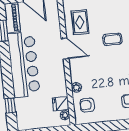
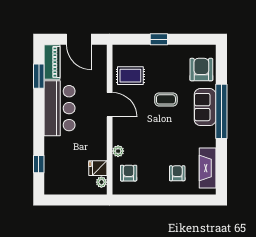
rug: (80, 22) -> (130, 76), turned 90
bar counter: (24, 65) -> (60, 108), width x0.73
armchair: (87, 105) -> (129, 173), turned 90

